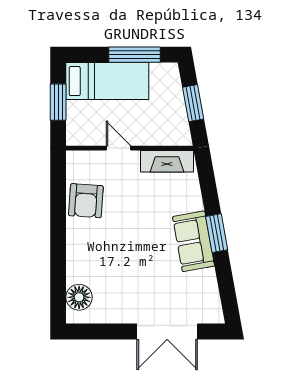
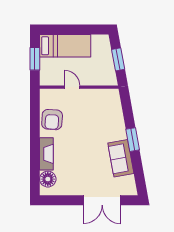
window: (134, 55) -> (82, 29), removed
fireplace: (167, 161) -> (46, 154), moved, turned -90
sofa: (194, 241) -> (121, 158), moved

